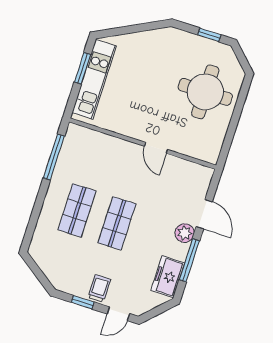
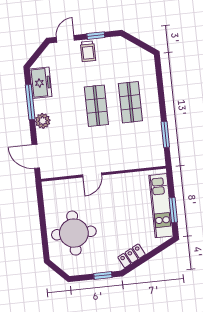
window: (209, 35) -> (103, 276), moved
locker: (152, 38) -> (132, 256), added
door: (156, 148) -> (92, 175), swing flipped
window: (54, 157) -> (165, 134), width x0.69
door: (204, 214) -> (36, 156), moved

